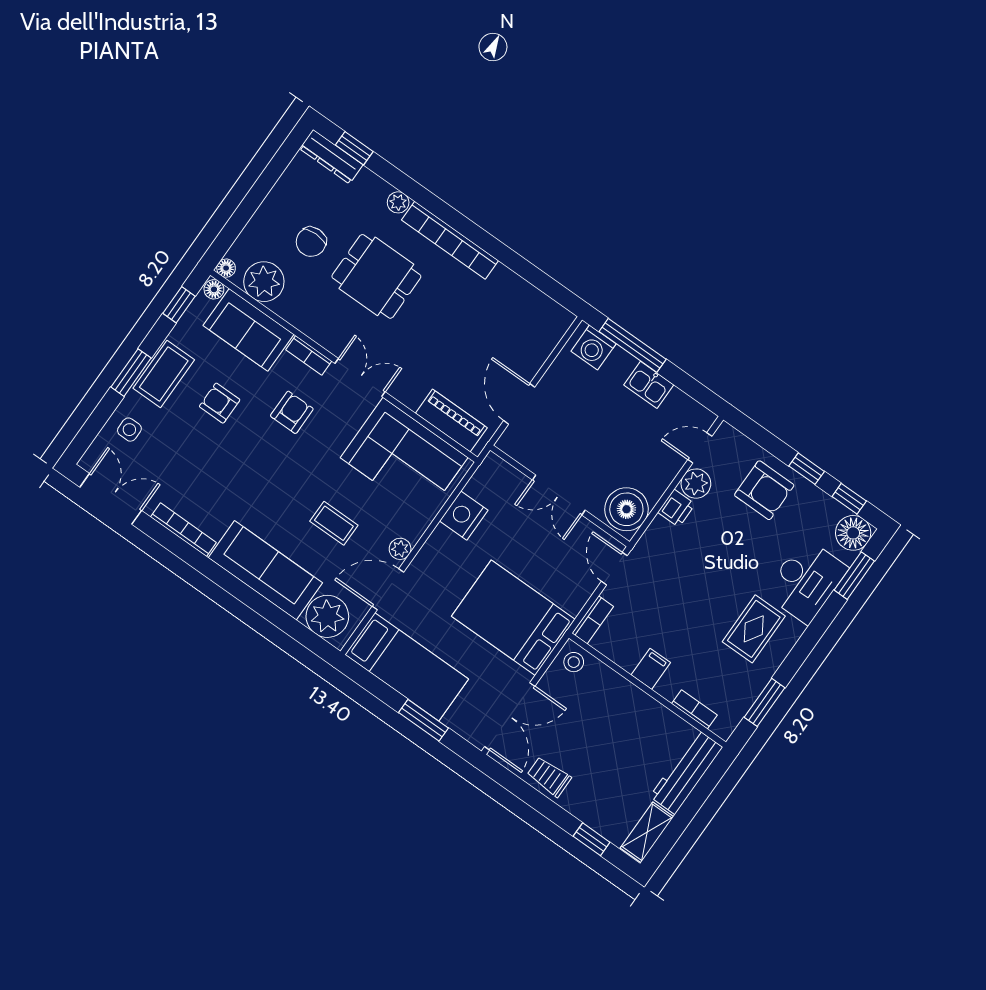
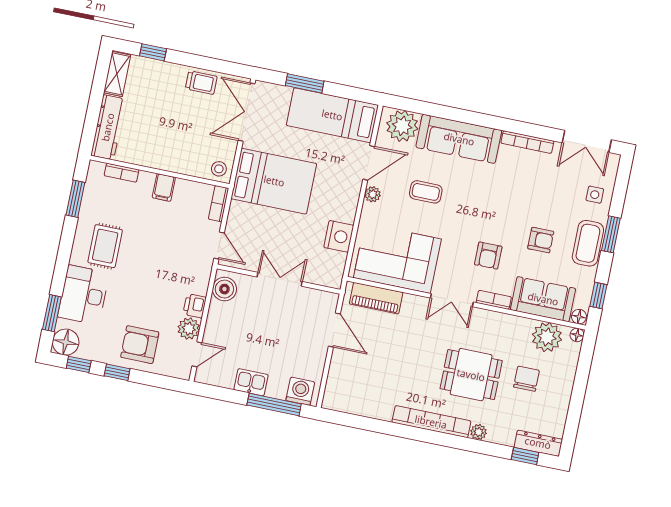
boiler: (626, 509) -> (224, 289), width x0.73, depth x0.73

